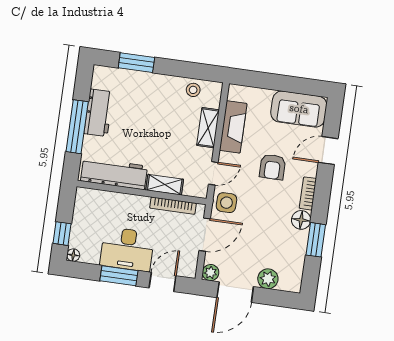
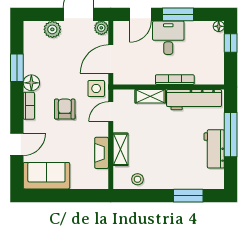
fireplace: (233, 127) -> (102, 153), width x0.73, depth x0.76
armchair: (272, 167) -> (65, 109), moved
bookcase: (173, 206) -> (175, 80), moved
desk: (127, 249) -> (168, 38), width x0.73

